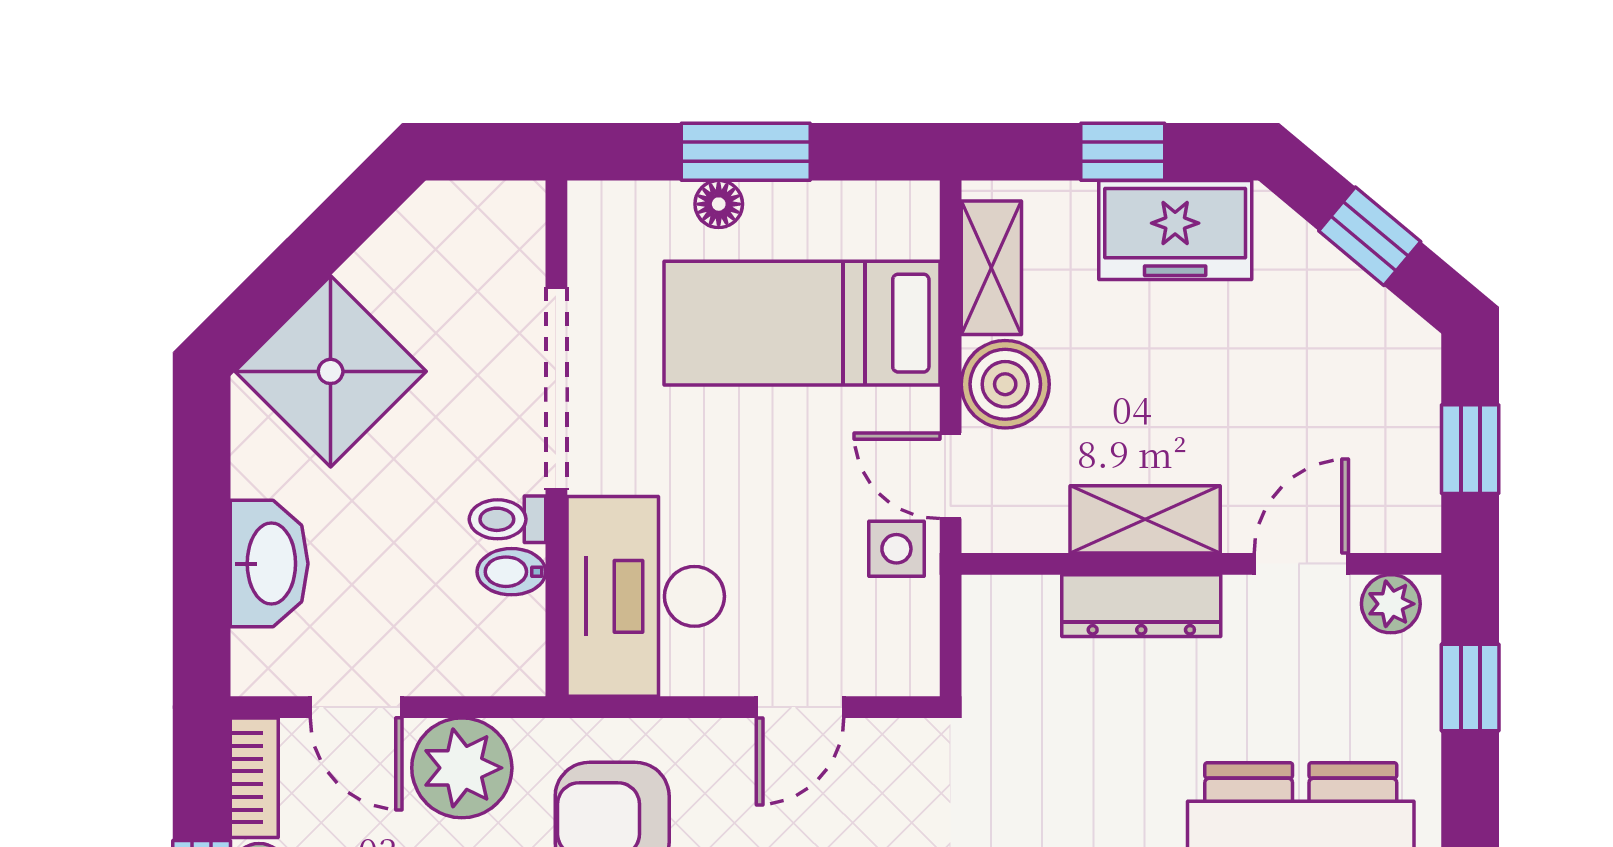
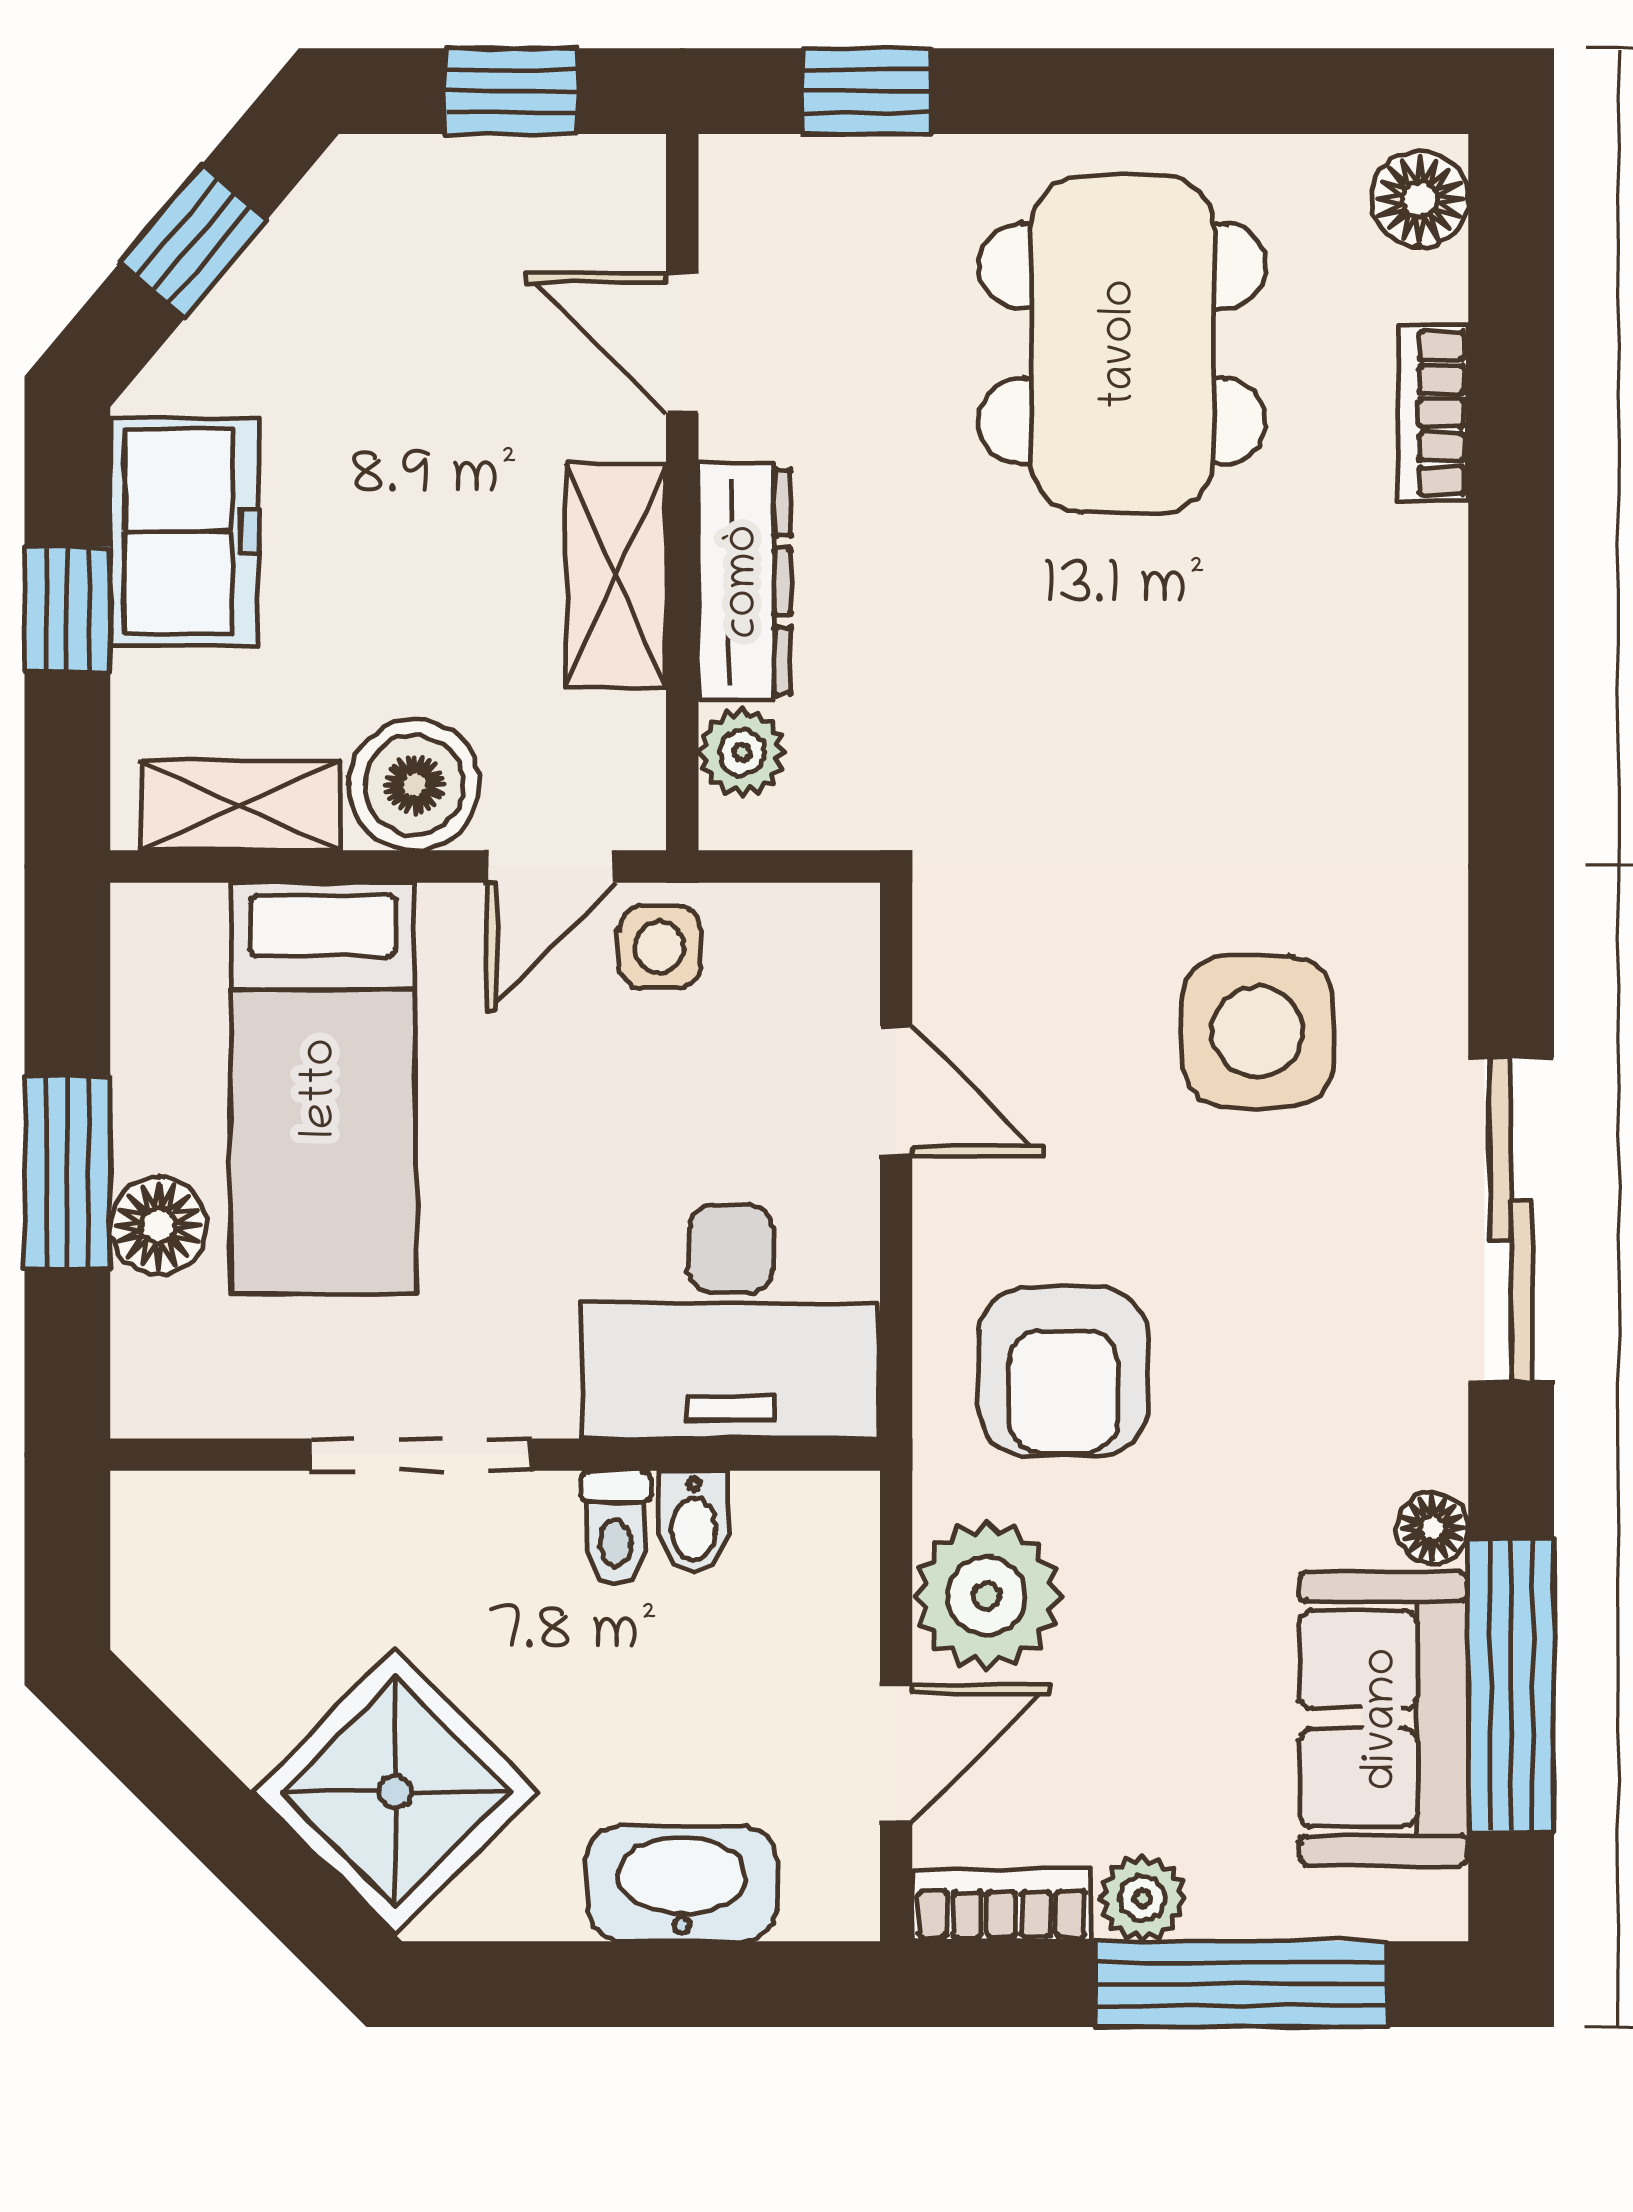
floor lamp: (719, 204) -> (159, 1226), width x1.37, depth x1.37
doorway: (556, 388) -> (421, 1455), width x0.73
plant: (1391, 604) -> (742, 752), moved

